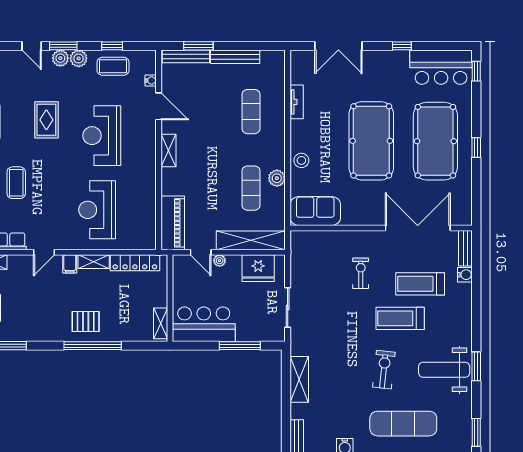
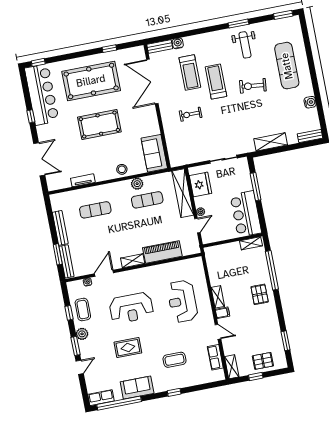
plant: (60, 58) -> (84, 346), removed
bar counter: (441, 67) -> (42, 95), width x1.36
pool table: (371, 141) -> (99, 125), width x0.73, depth x0.76
window: (476, 148) -> (109, 49), moved
reception desk: (97, 210) -> (182, 301), turned 90
piano: (173, 223) -> (162, 252), moved
locker: (135, 263) -> (213, 269), removed
treadmill: (400, 318) -> (216, 82), turned 180
window: (93, 346) -> (272, 270), moved
weight bench: (444, 370) -> (245, 45), width x0.73, depth x0.75

